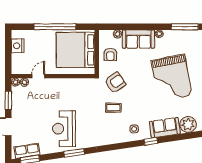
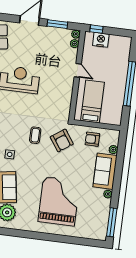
nightstand: (18, 46) -> (101, 40), moved
bed: (76, 50) -> (92, 101), width x0.49
window: (8, 64) -> (96, 29), added
door: (38, 76) -> (78, 70), moved
grand piano: (172, 78) -> (59, 201), turned 101

